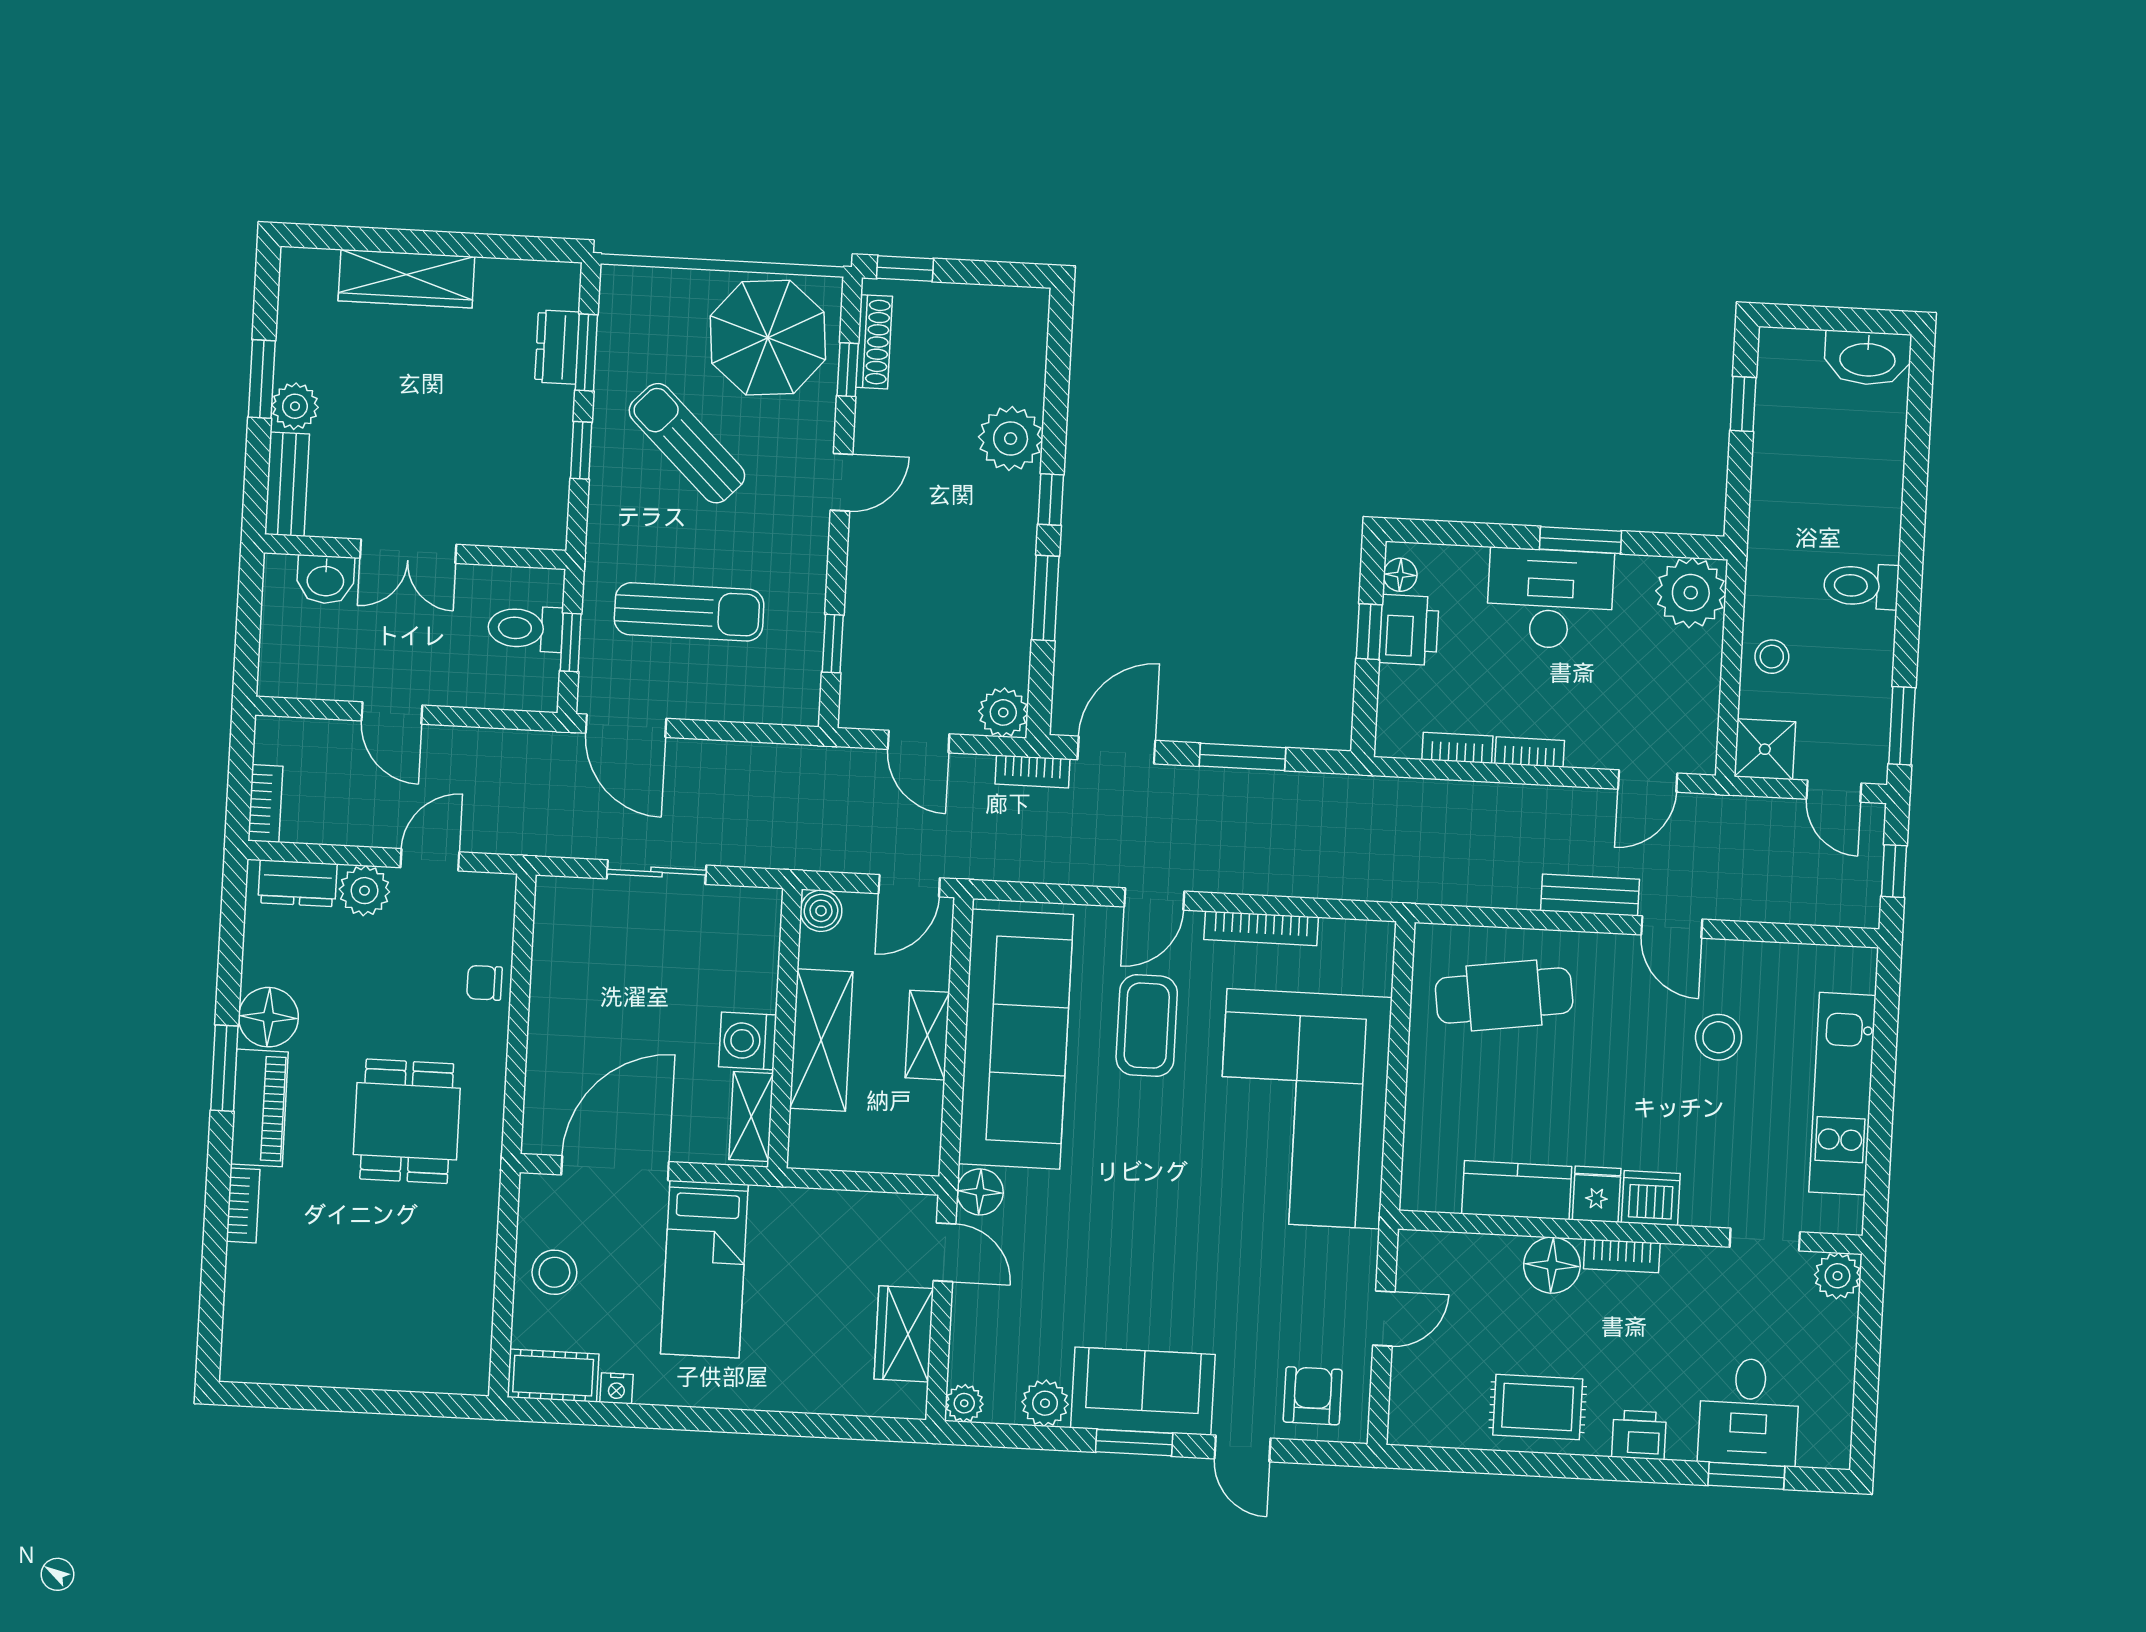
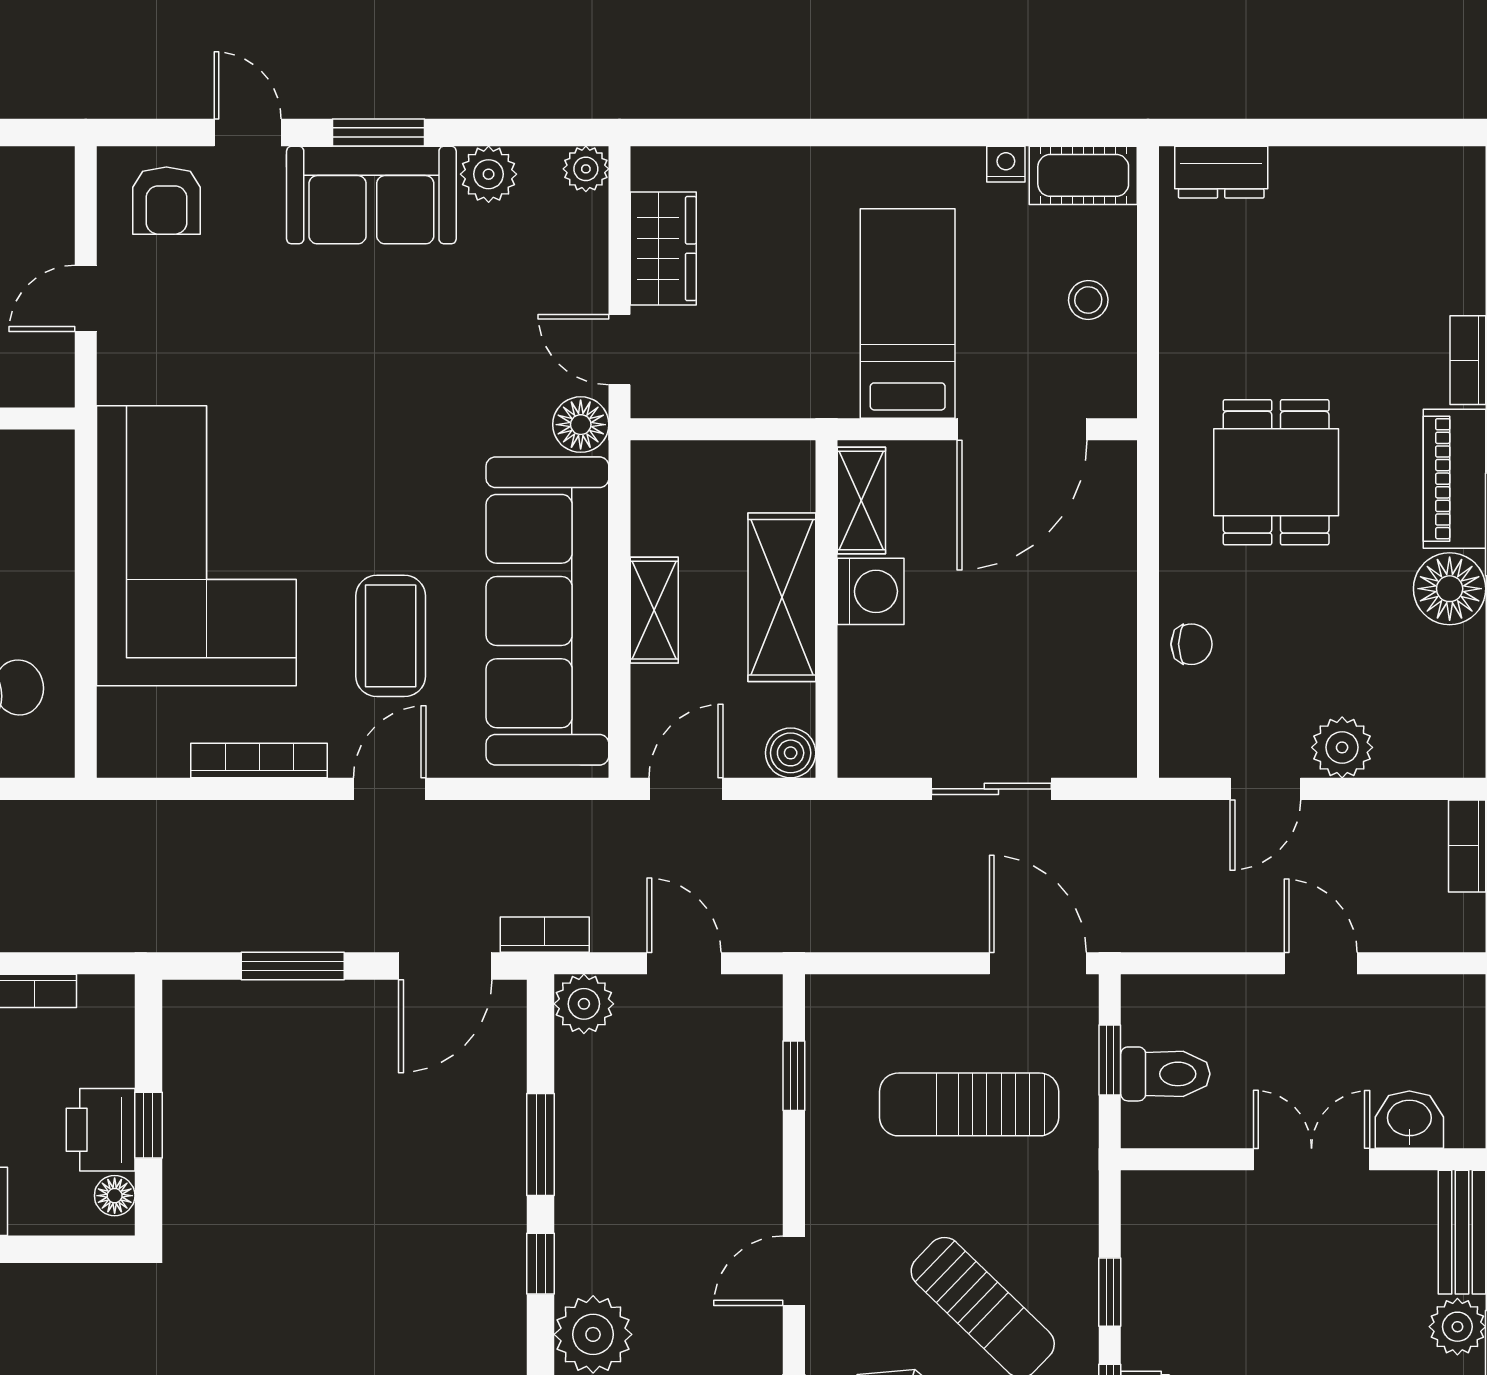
dresser: (298, 883) -> (1221, 172), moved, turned 180
stool: (554, 1272) -> (1088, 300), width x0.73, depth x0.73

